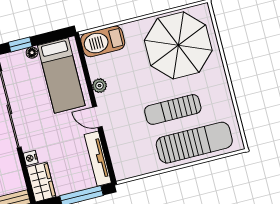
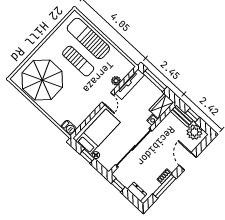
barbecue: (103, 41) -> (69, 128), width x0.53, depth x0.65
window: (20, 44) -> (87, 156), moved
plant: (99, 86) -> (116, 81), moved

